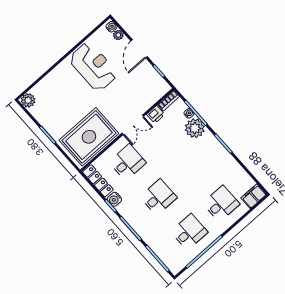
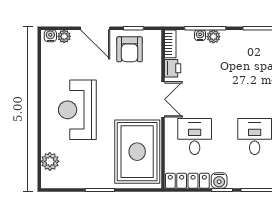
reception desk: (93, 67) -> (77, 110), moved, turned -90
armchair: (144, 80) -> (129, 49), added
plant: (28, 100) -> (50, 161), moved
plant: (195, 128) -> (213, 37), width x0.53, depth x0.53

